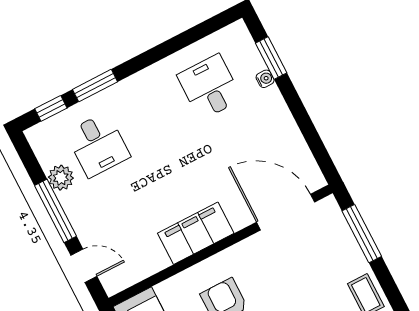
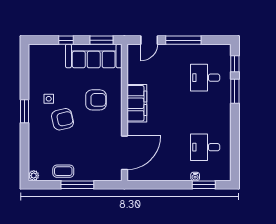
desk: (210, 87) -> (205, 147), turned 180
plant: (61, 178) -> (198, 51), removed
window: (362, 234) -> (77, 185), moved

